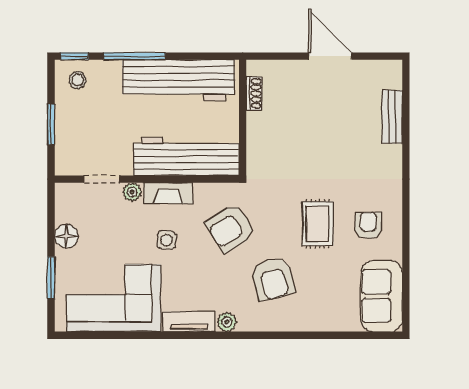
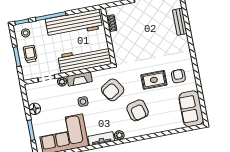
trolley: (78, 124) -> (30, 54), added
rug: (318, 224) -> (154, 80), turned 90

